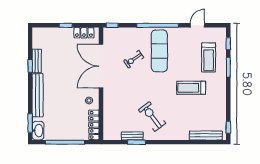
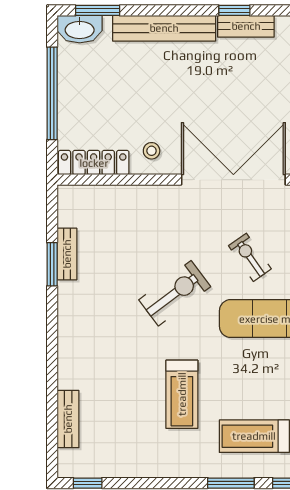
treadmill: (191, 88) -> (182, 394), turned 180
exercise bike: (152, 117) -> (175, 293), moved
bench: (206, 135) -> (68, 419), width x0.73

